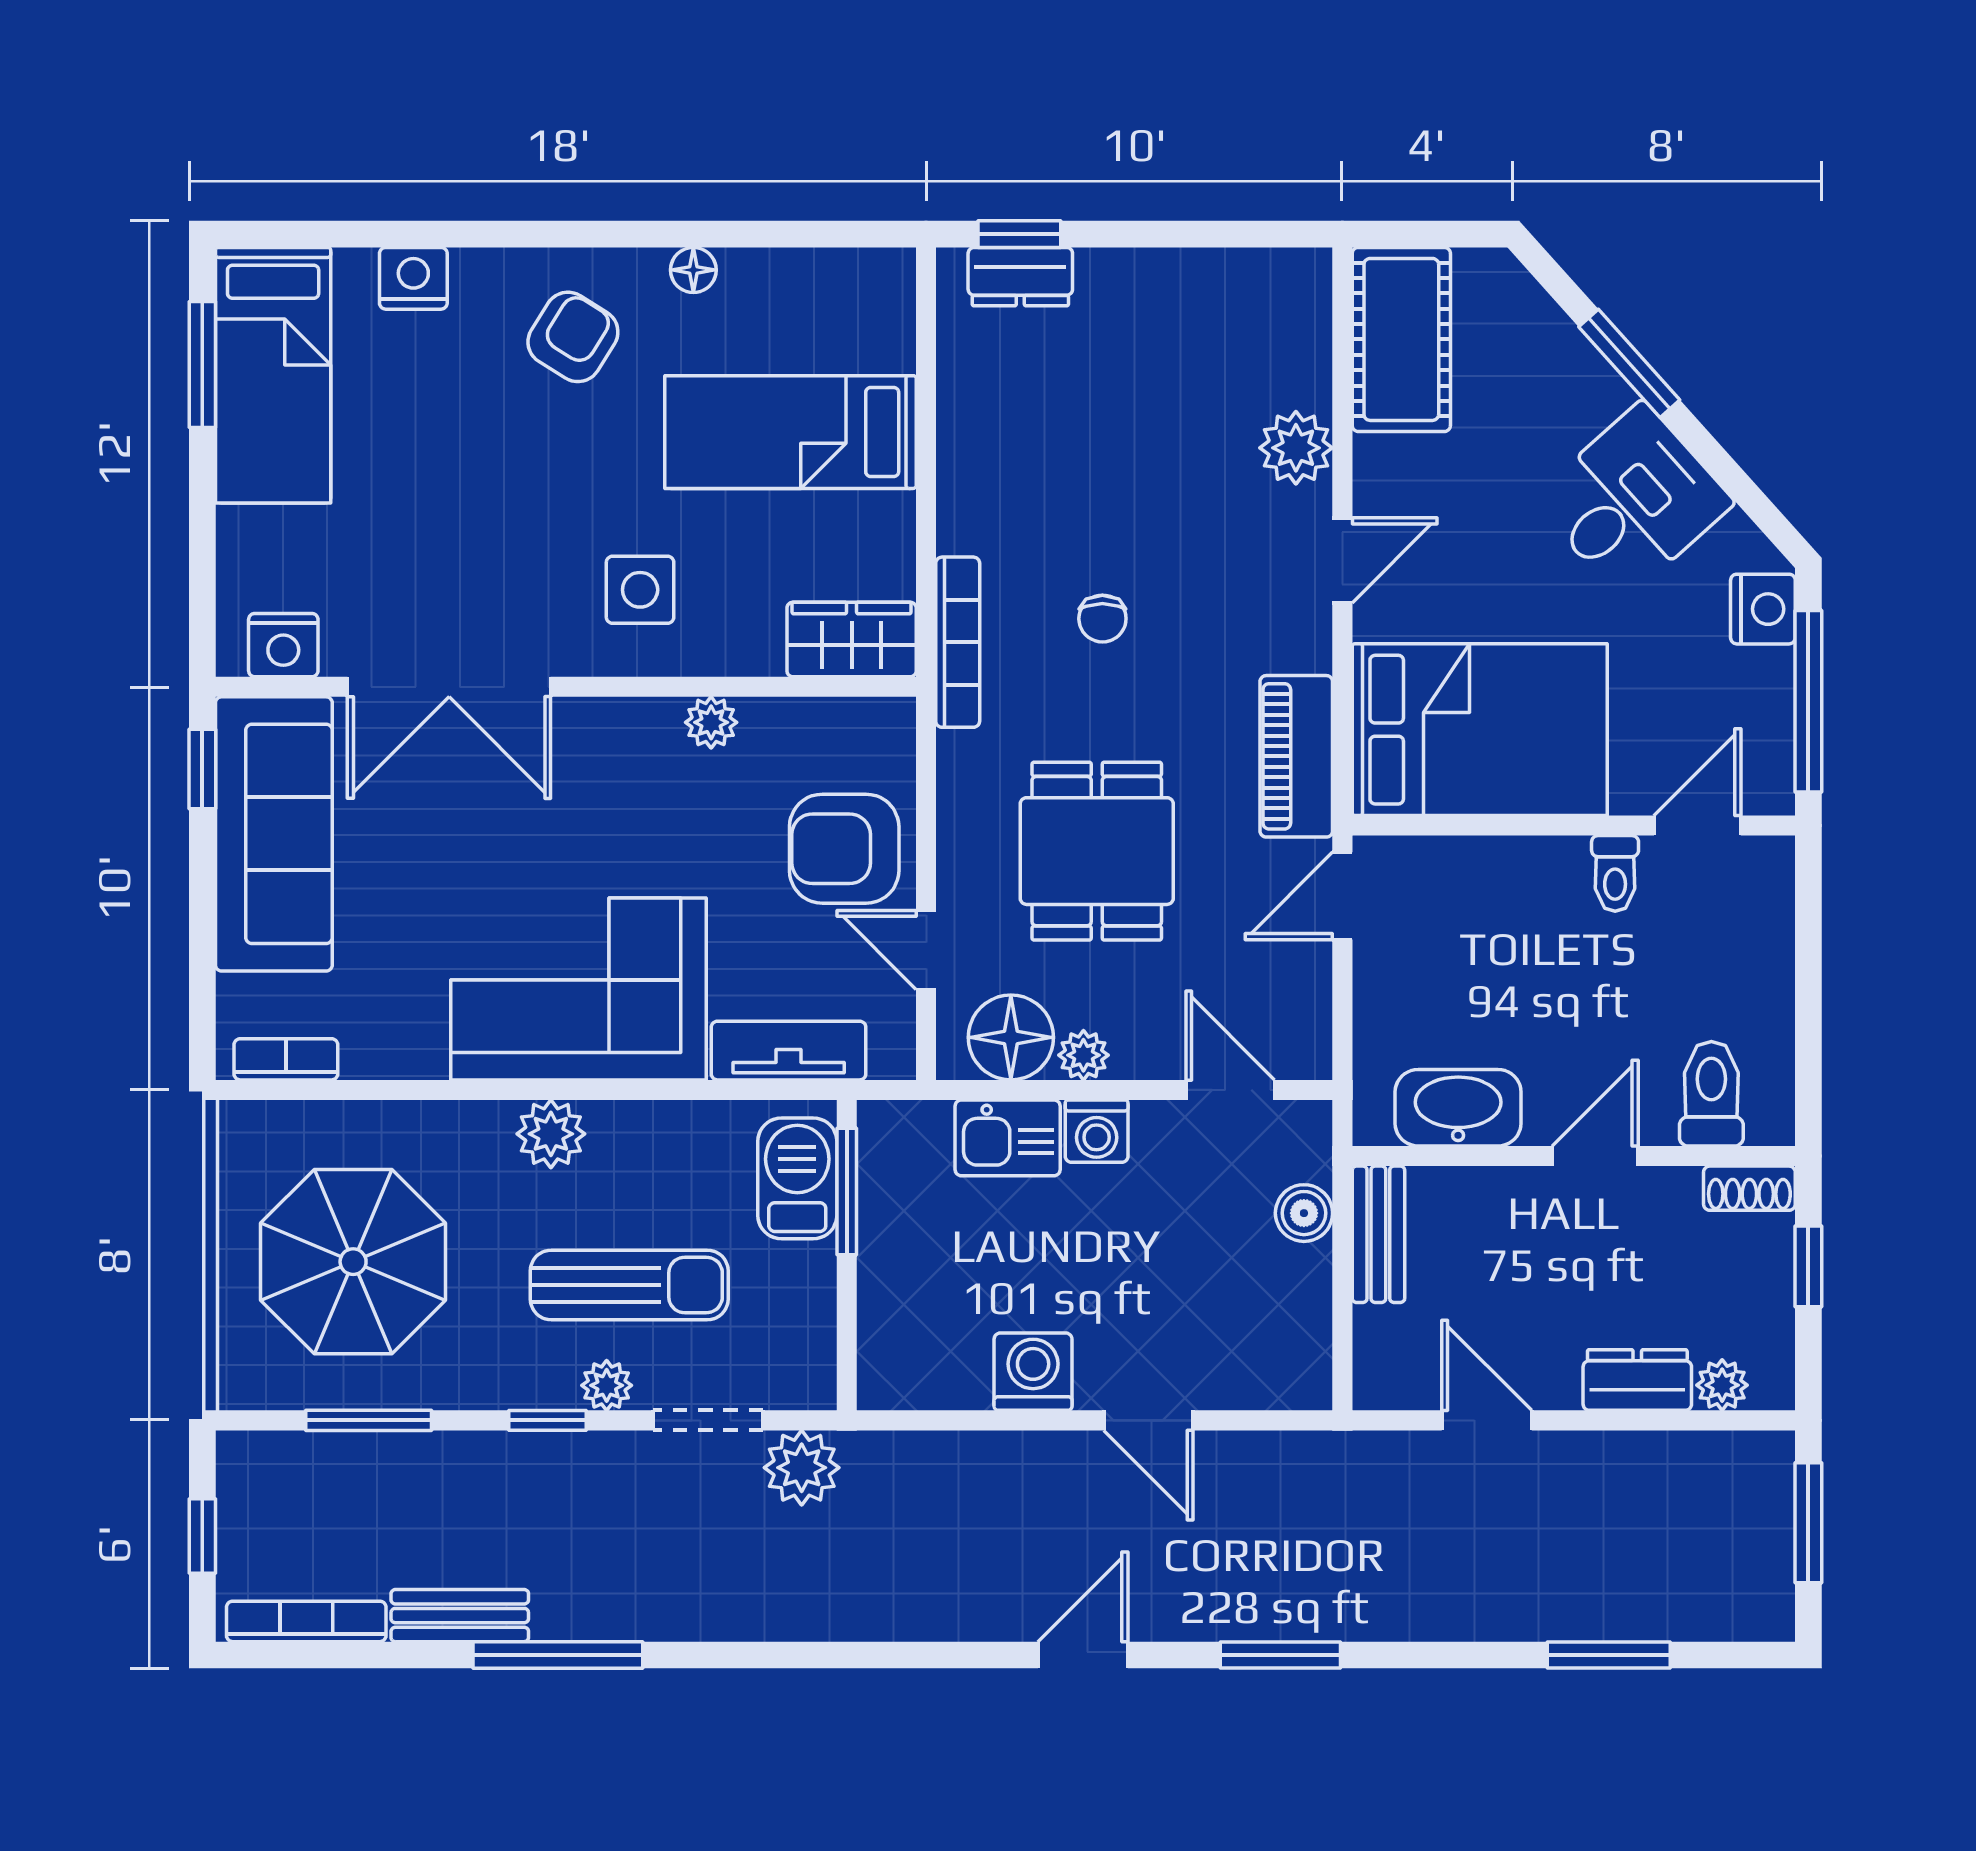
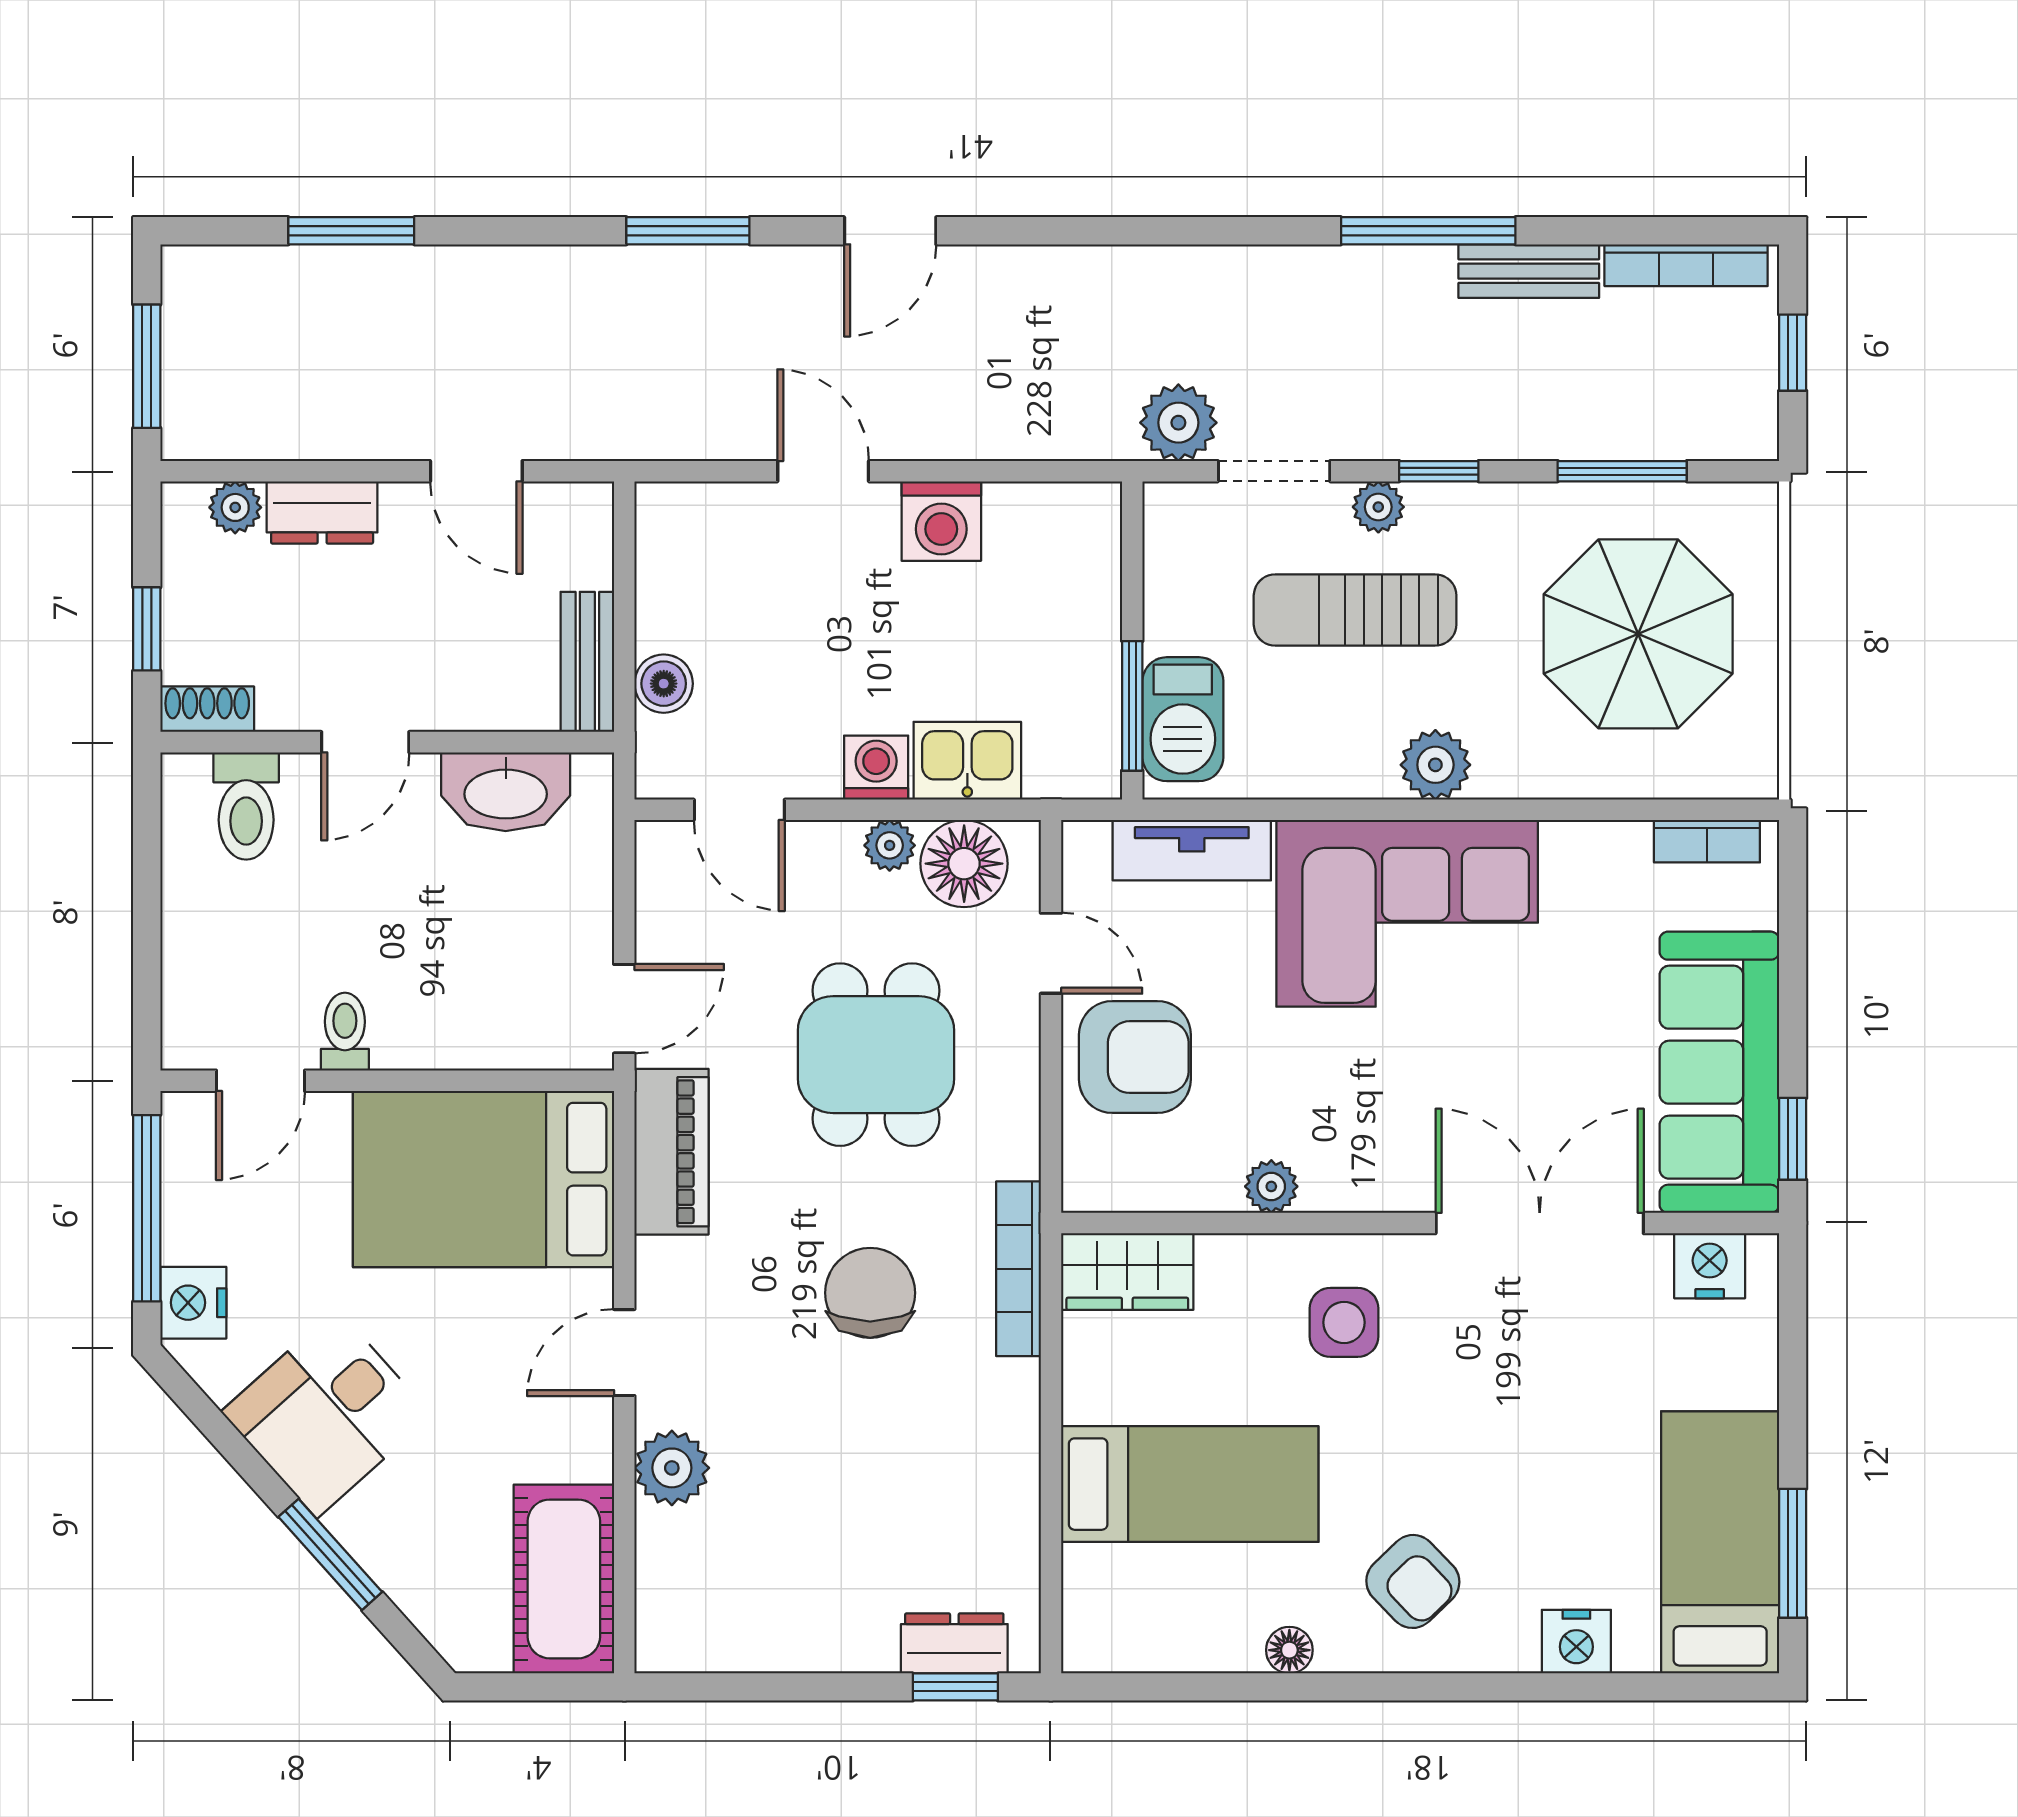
armchair: (573, 337) -> (1413, 1581), turned -76
chair: (1102, 619) -> (870, 1293), width x1.87, depth x1.87

